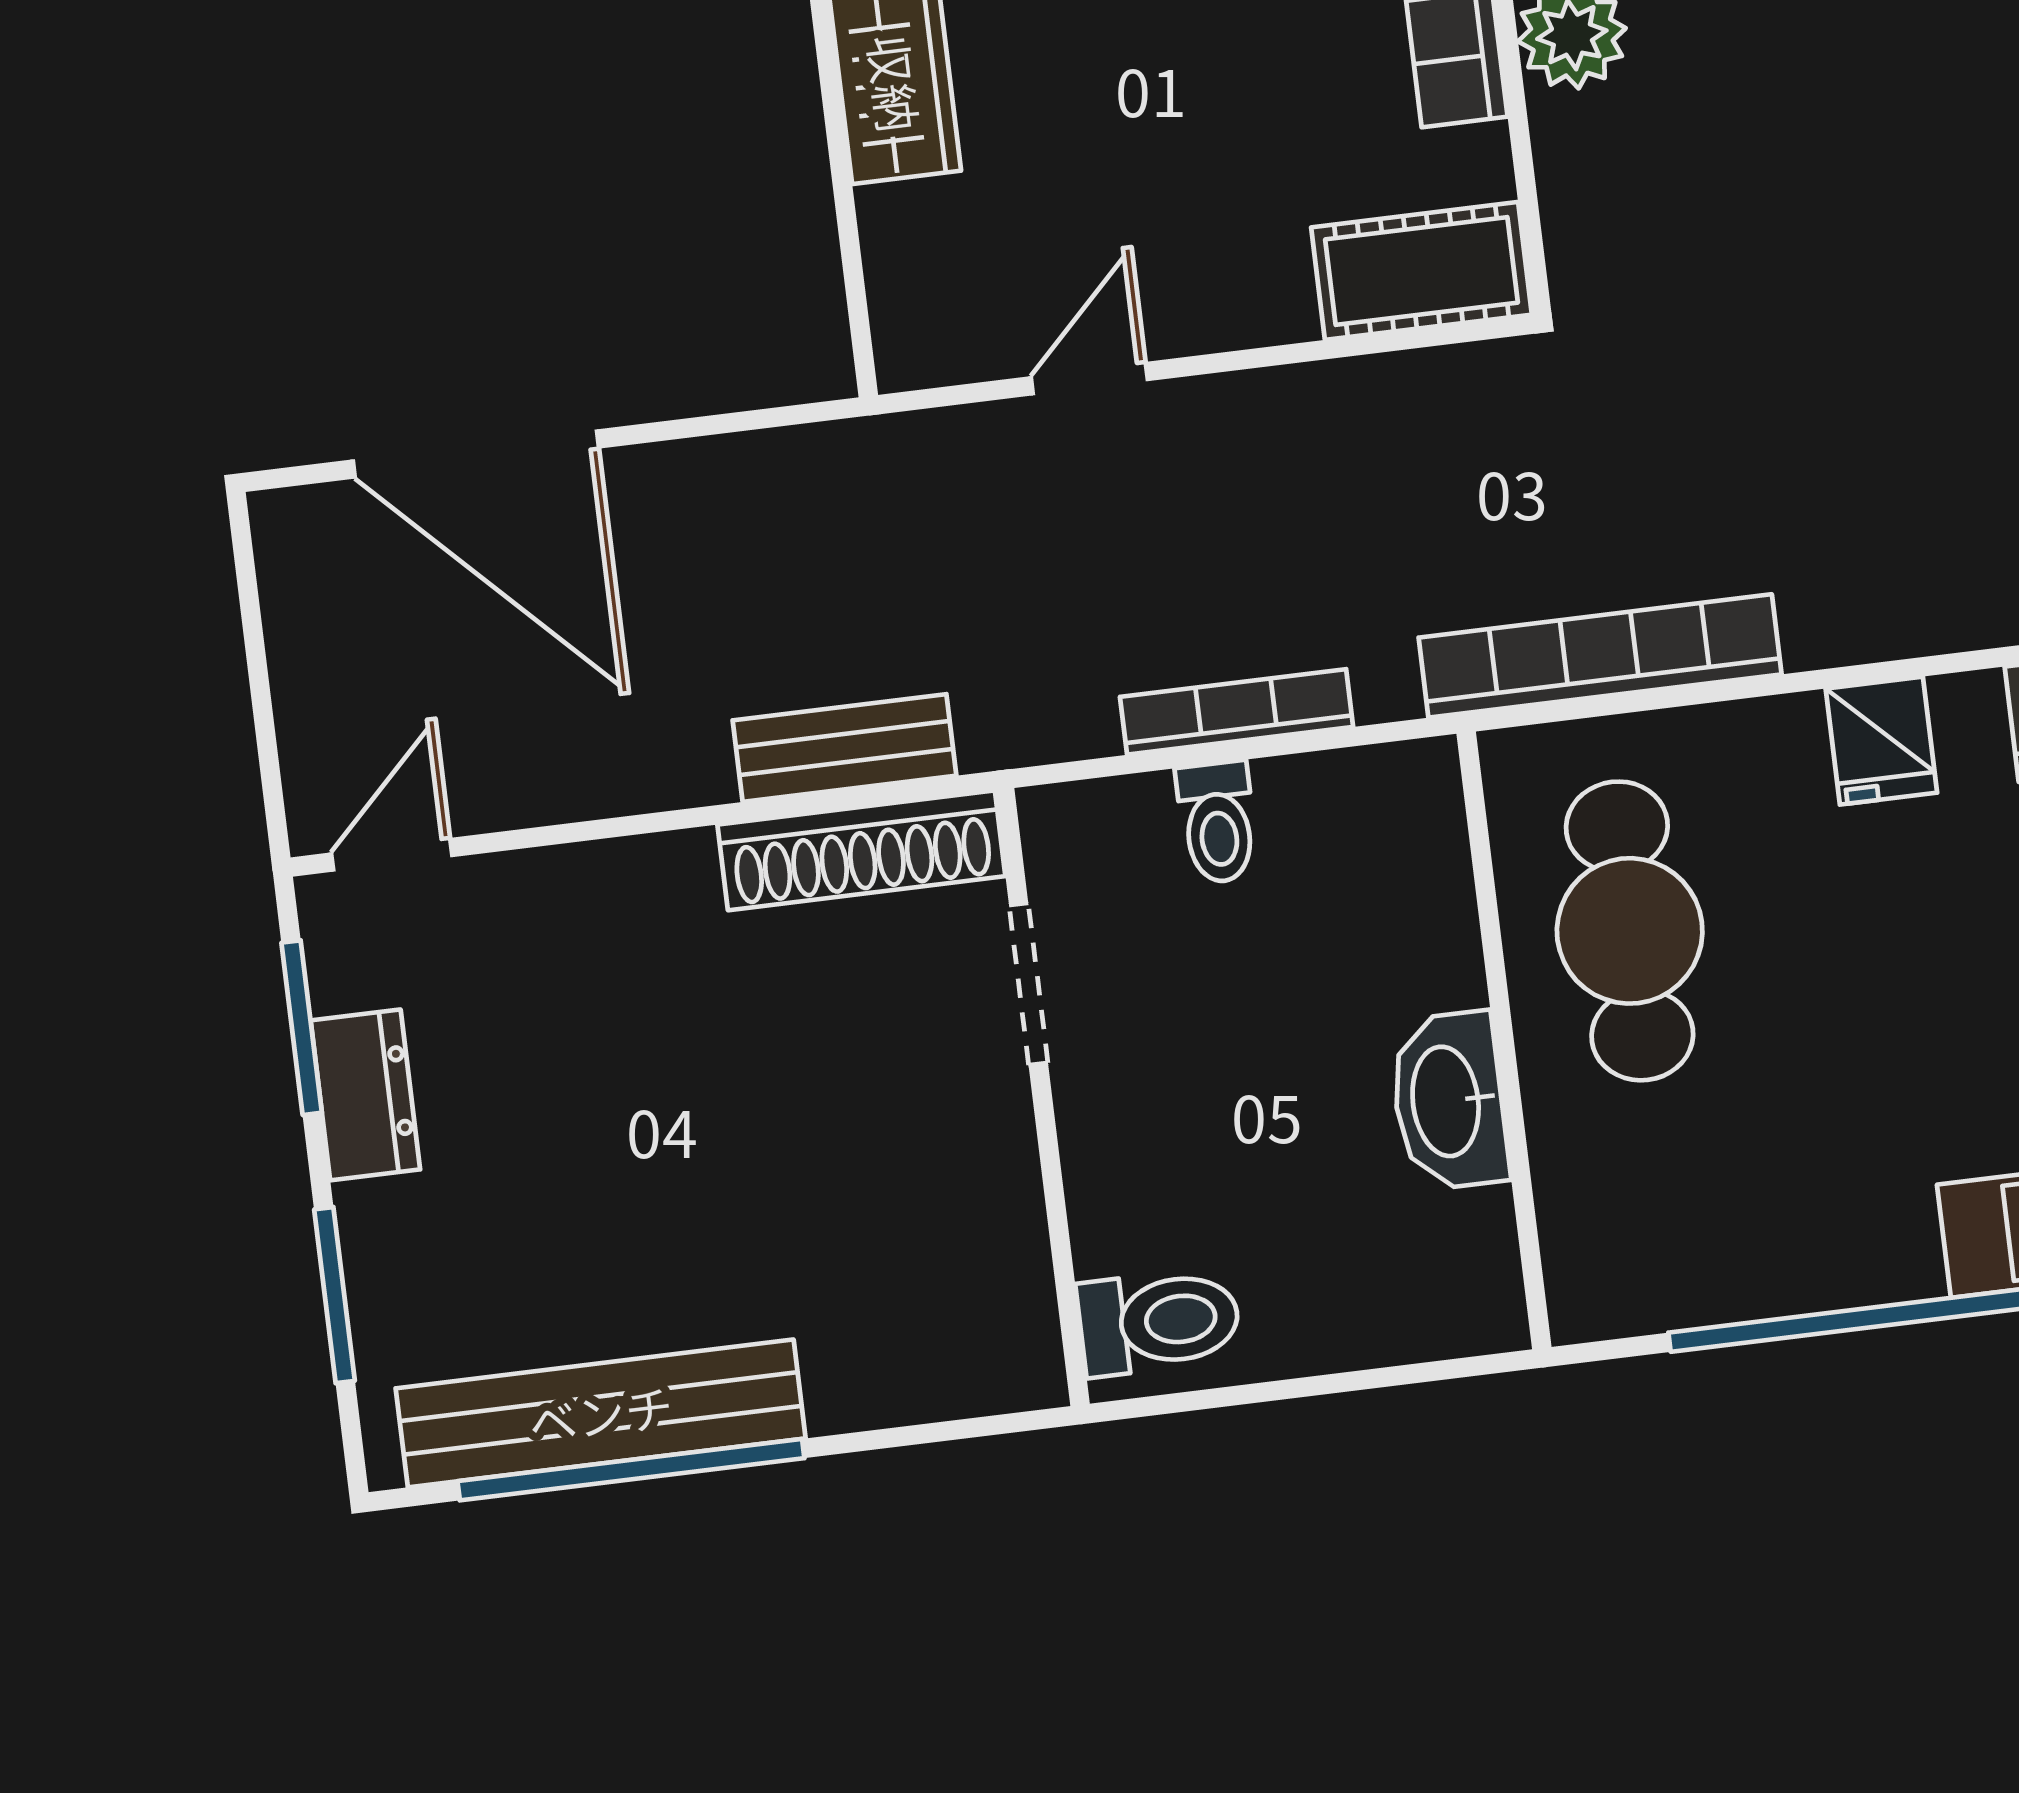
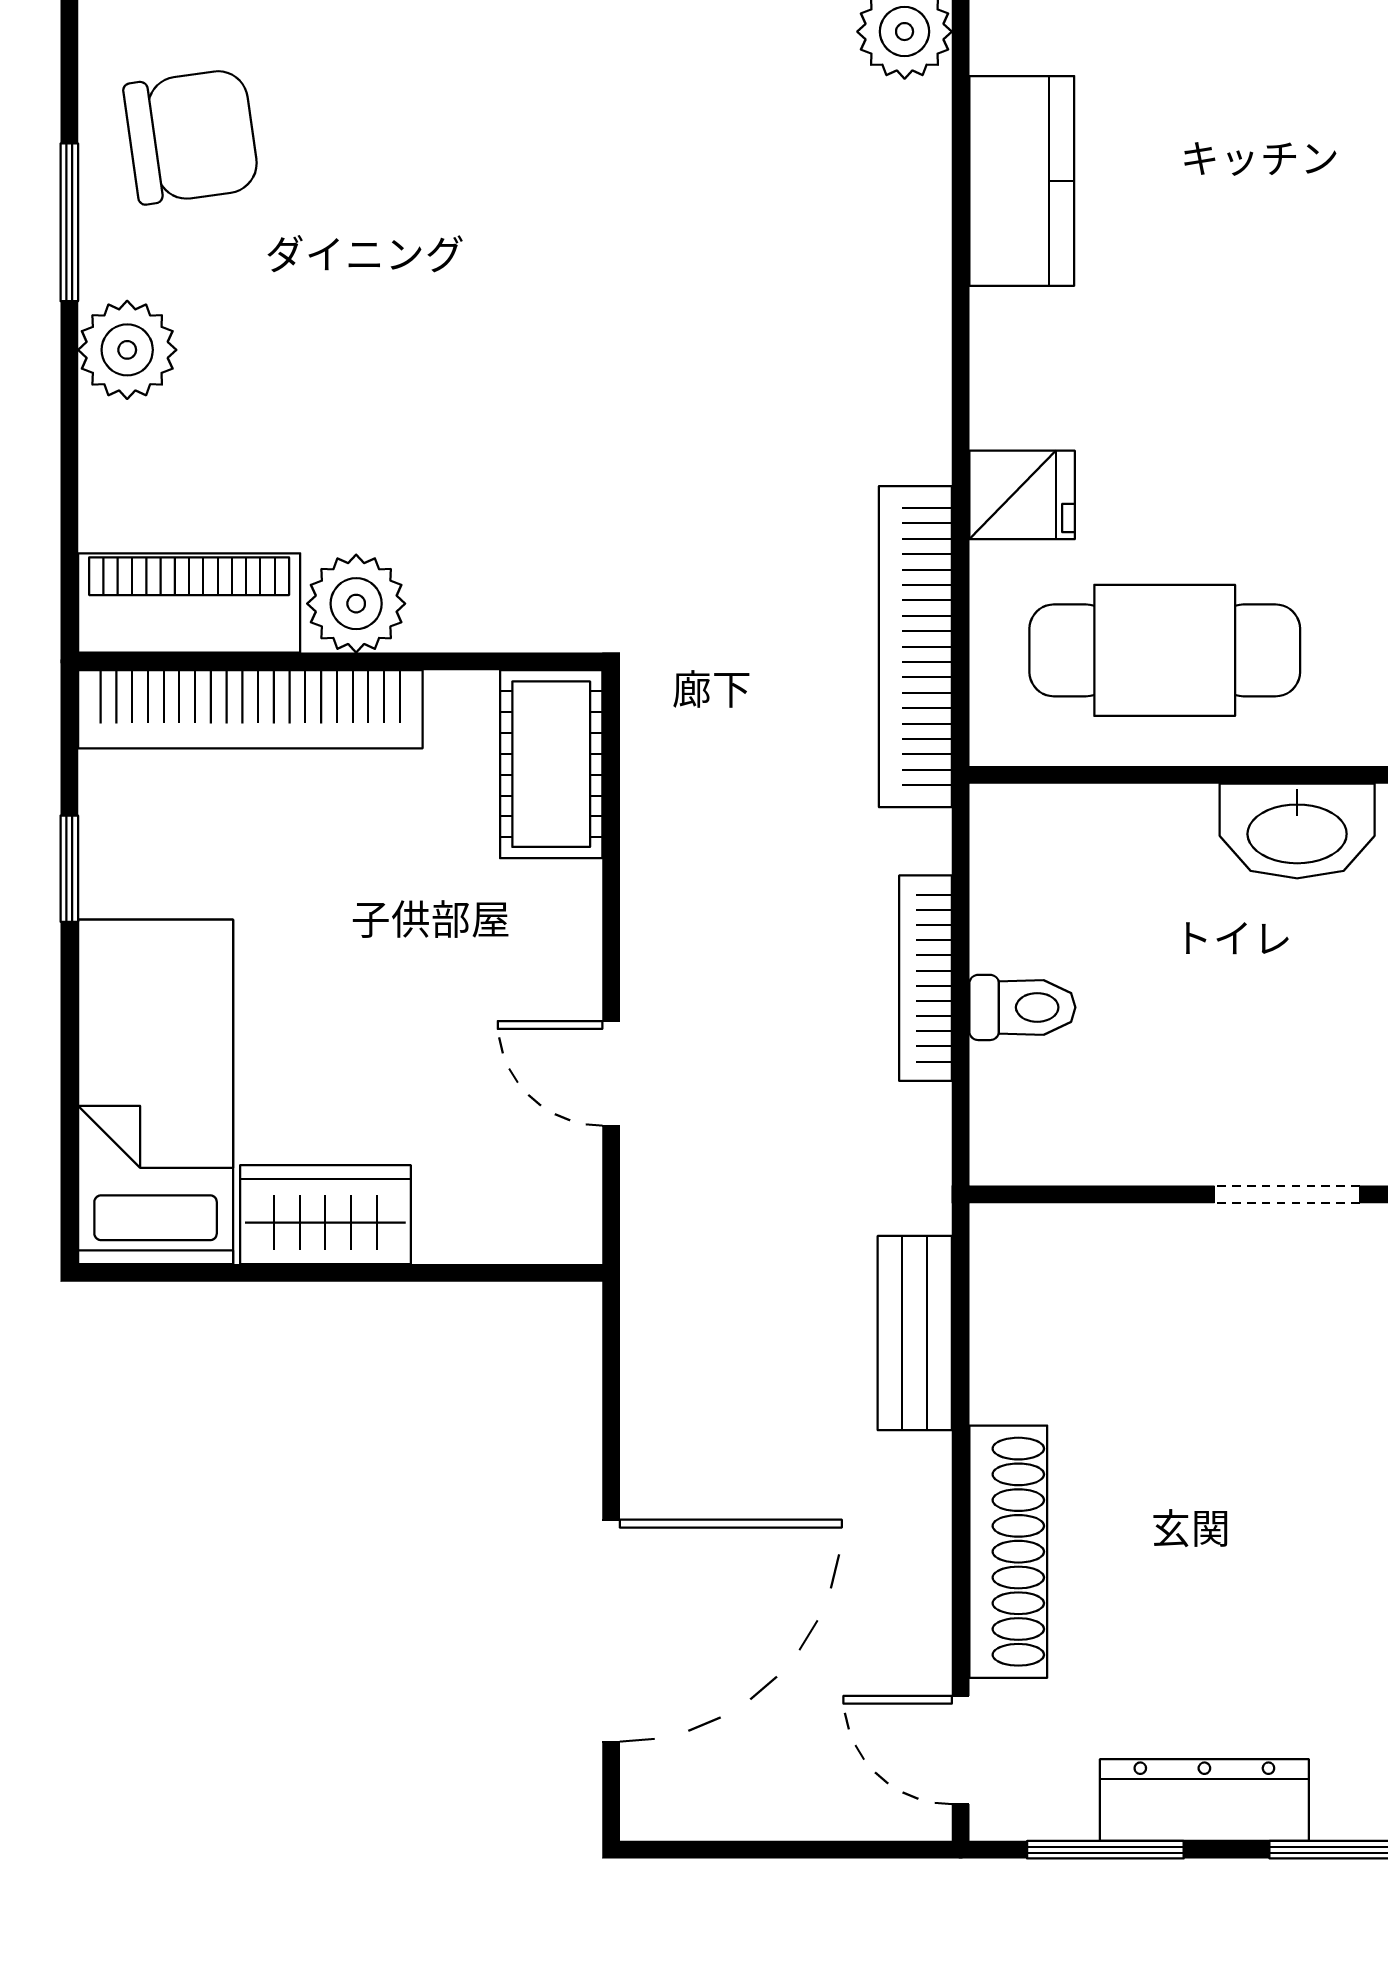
fridge: (1881, 741) -> (1022, 495), moved
shoe rack: (861, 850) -> (1008, 1552), moved
doorway: (1028, 984) -> (1287, 1194), moved
dresser: (365, 1095) -> (1204, 1800), width x1.44

